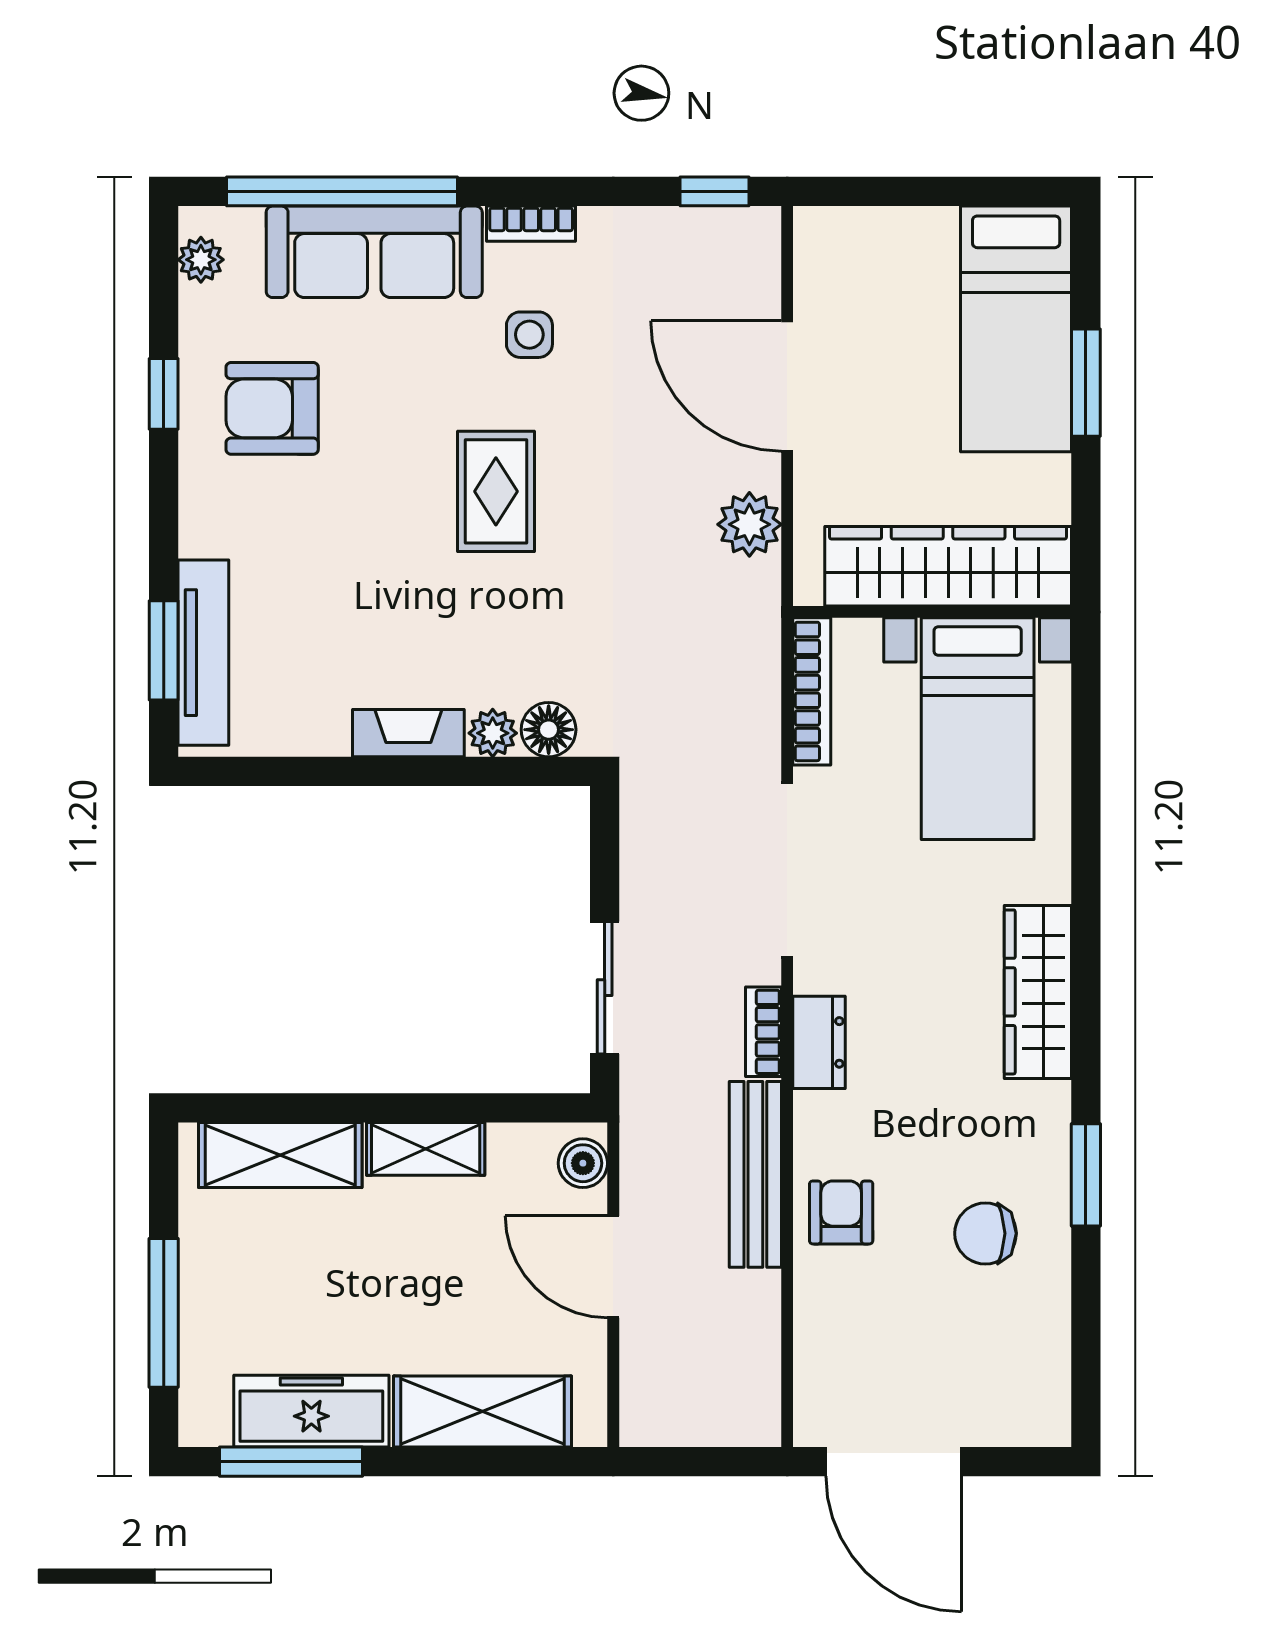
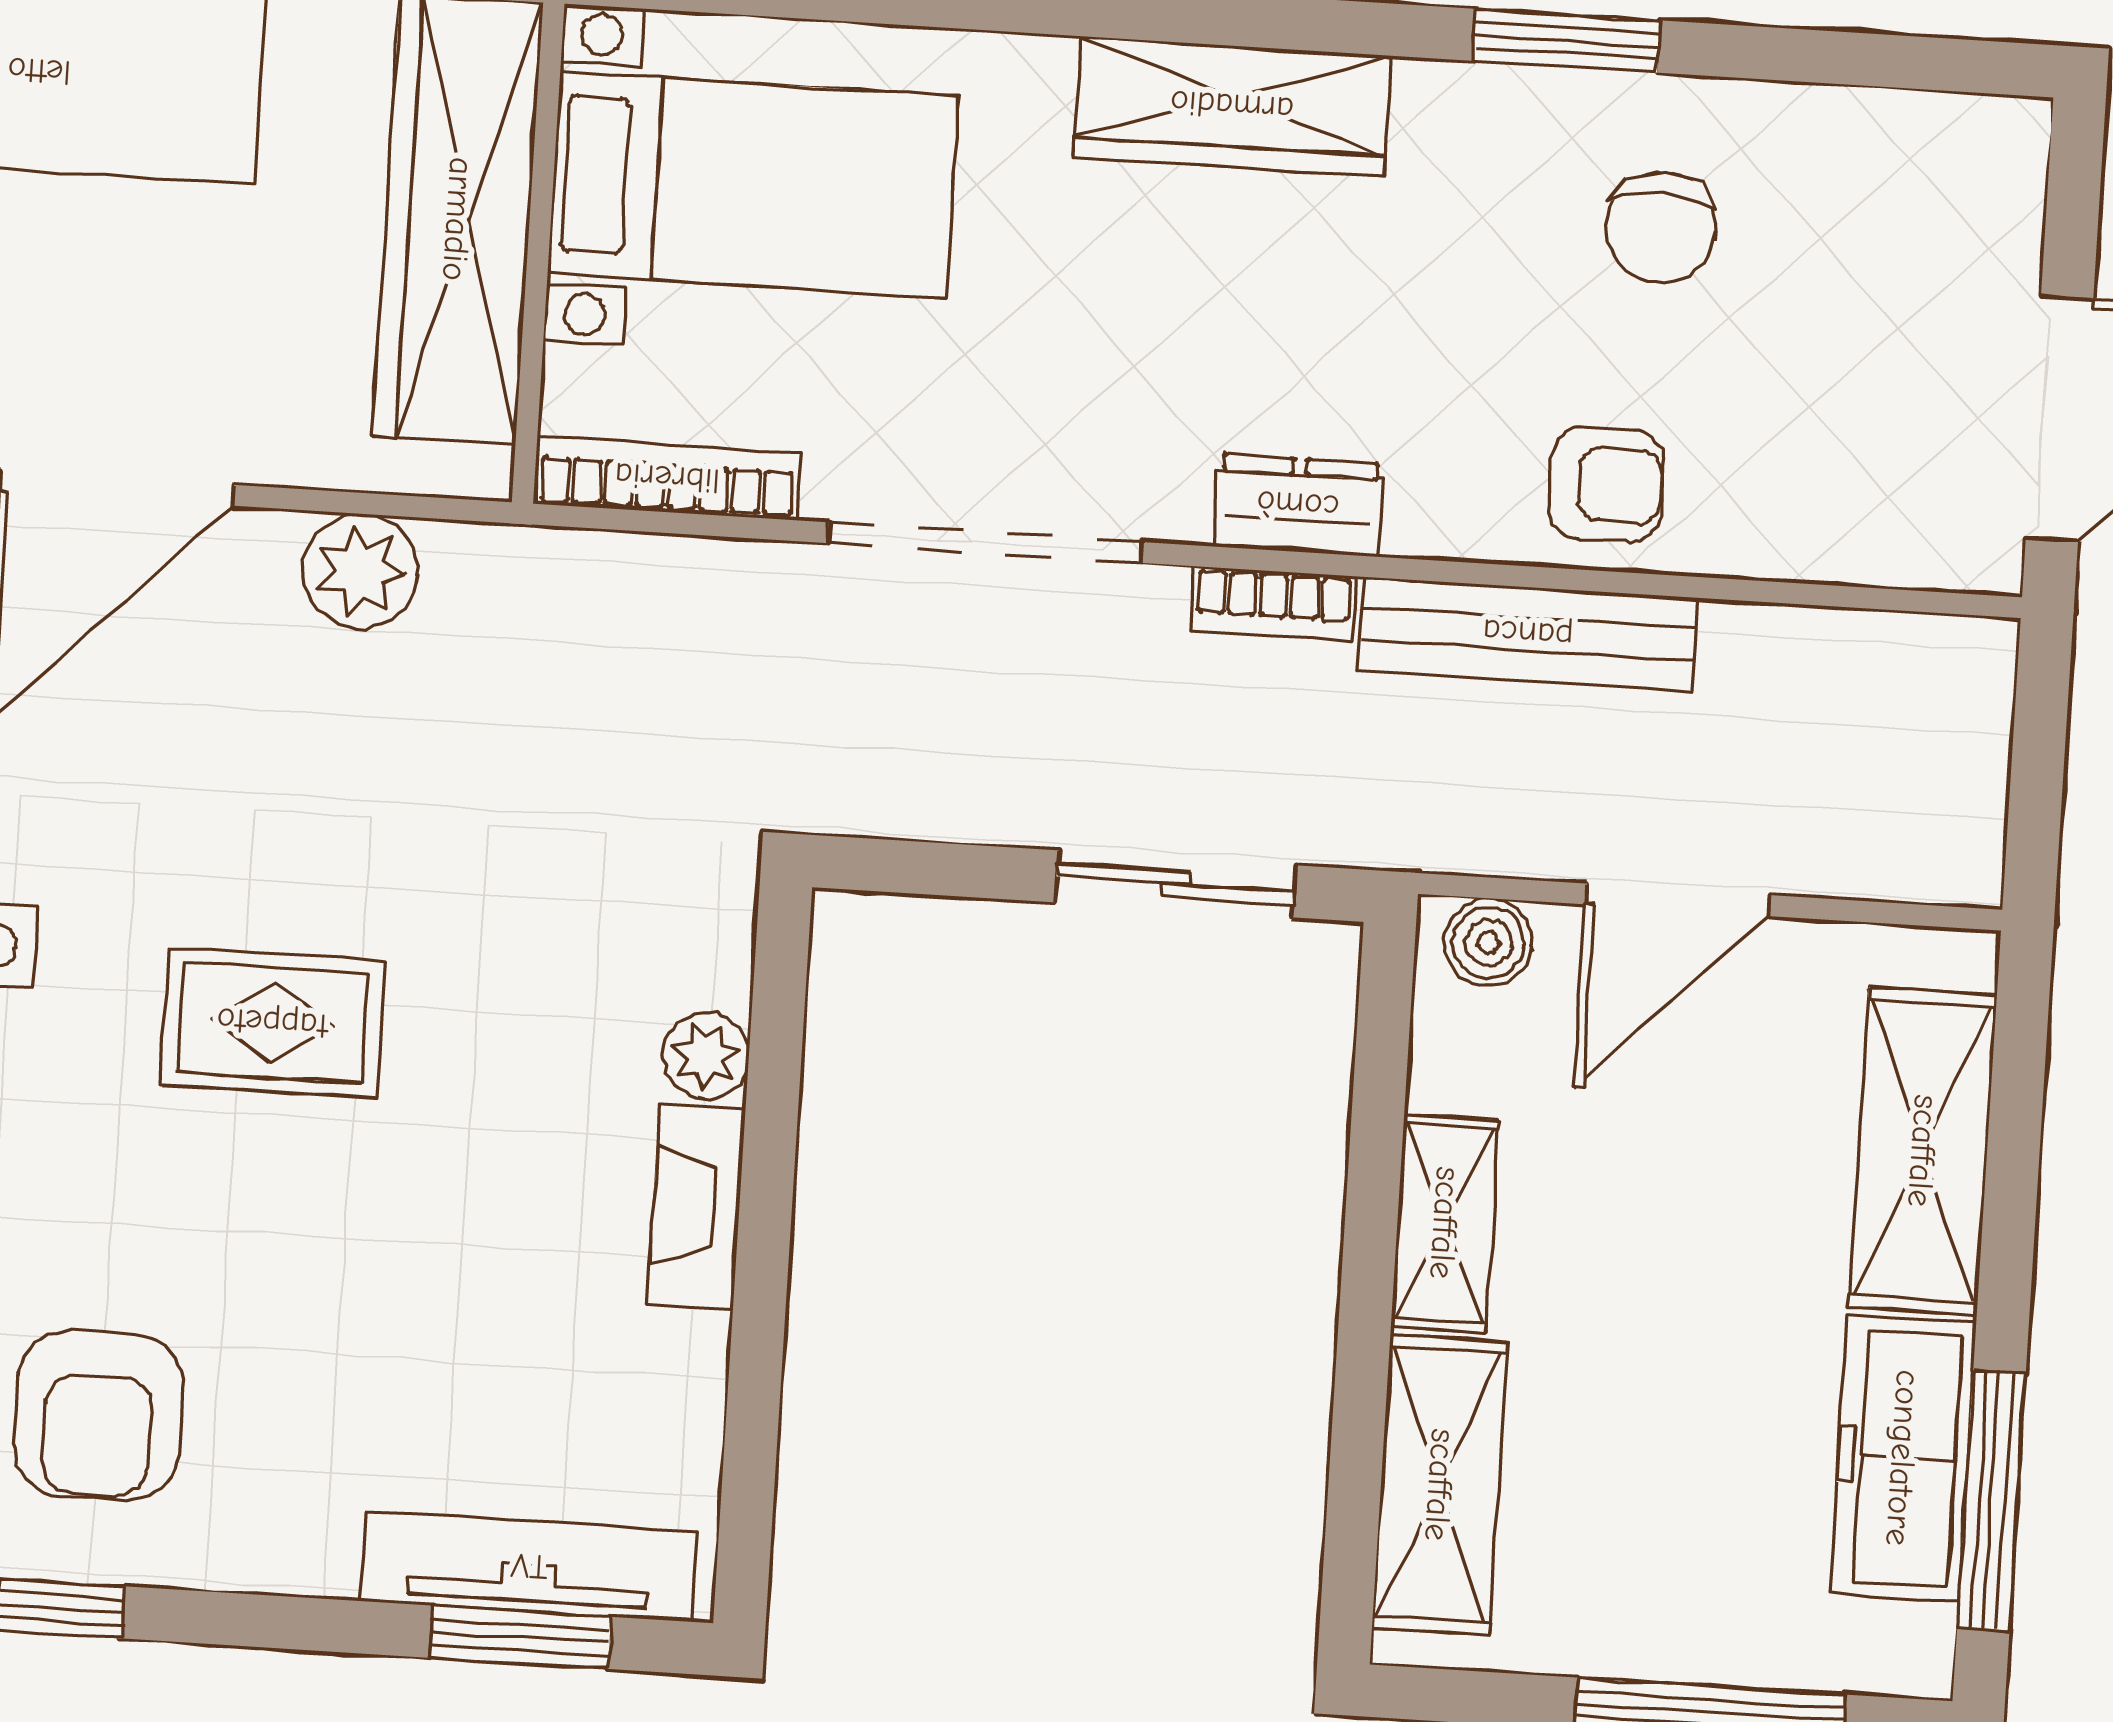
floor lamp: (549, 730) -> (706, 955), removed
armchair: (841, 1212) -> (1606, 484), turned 180

